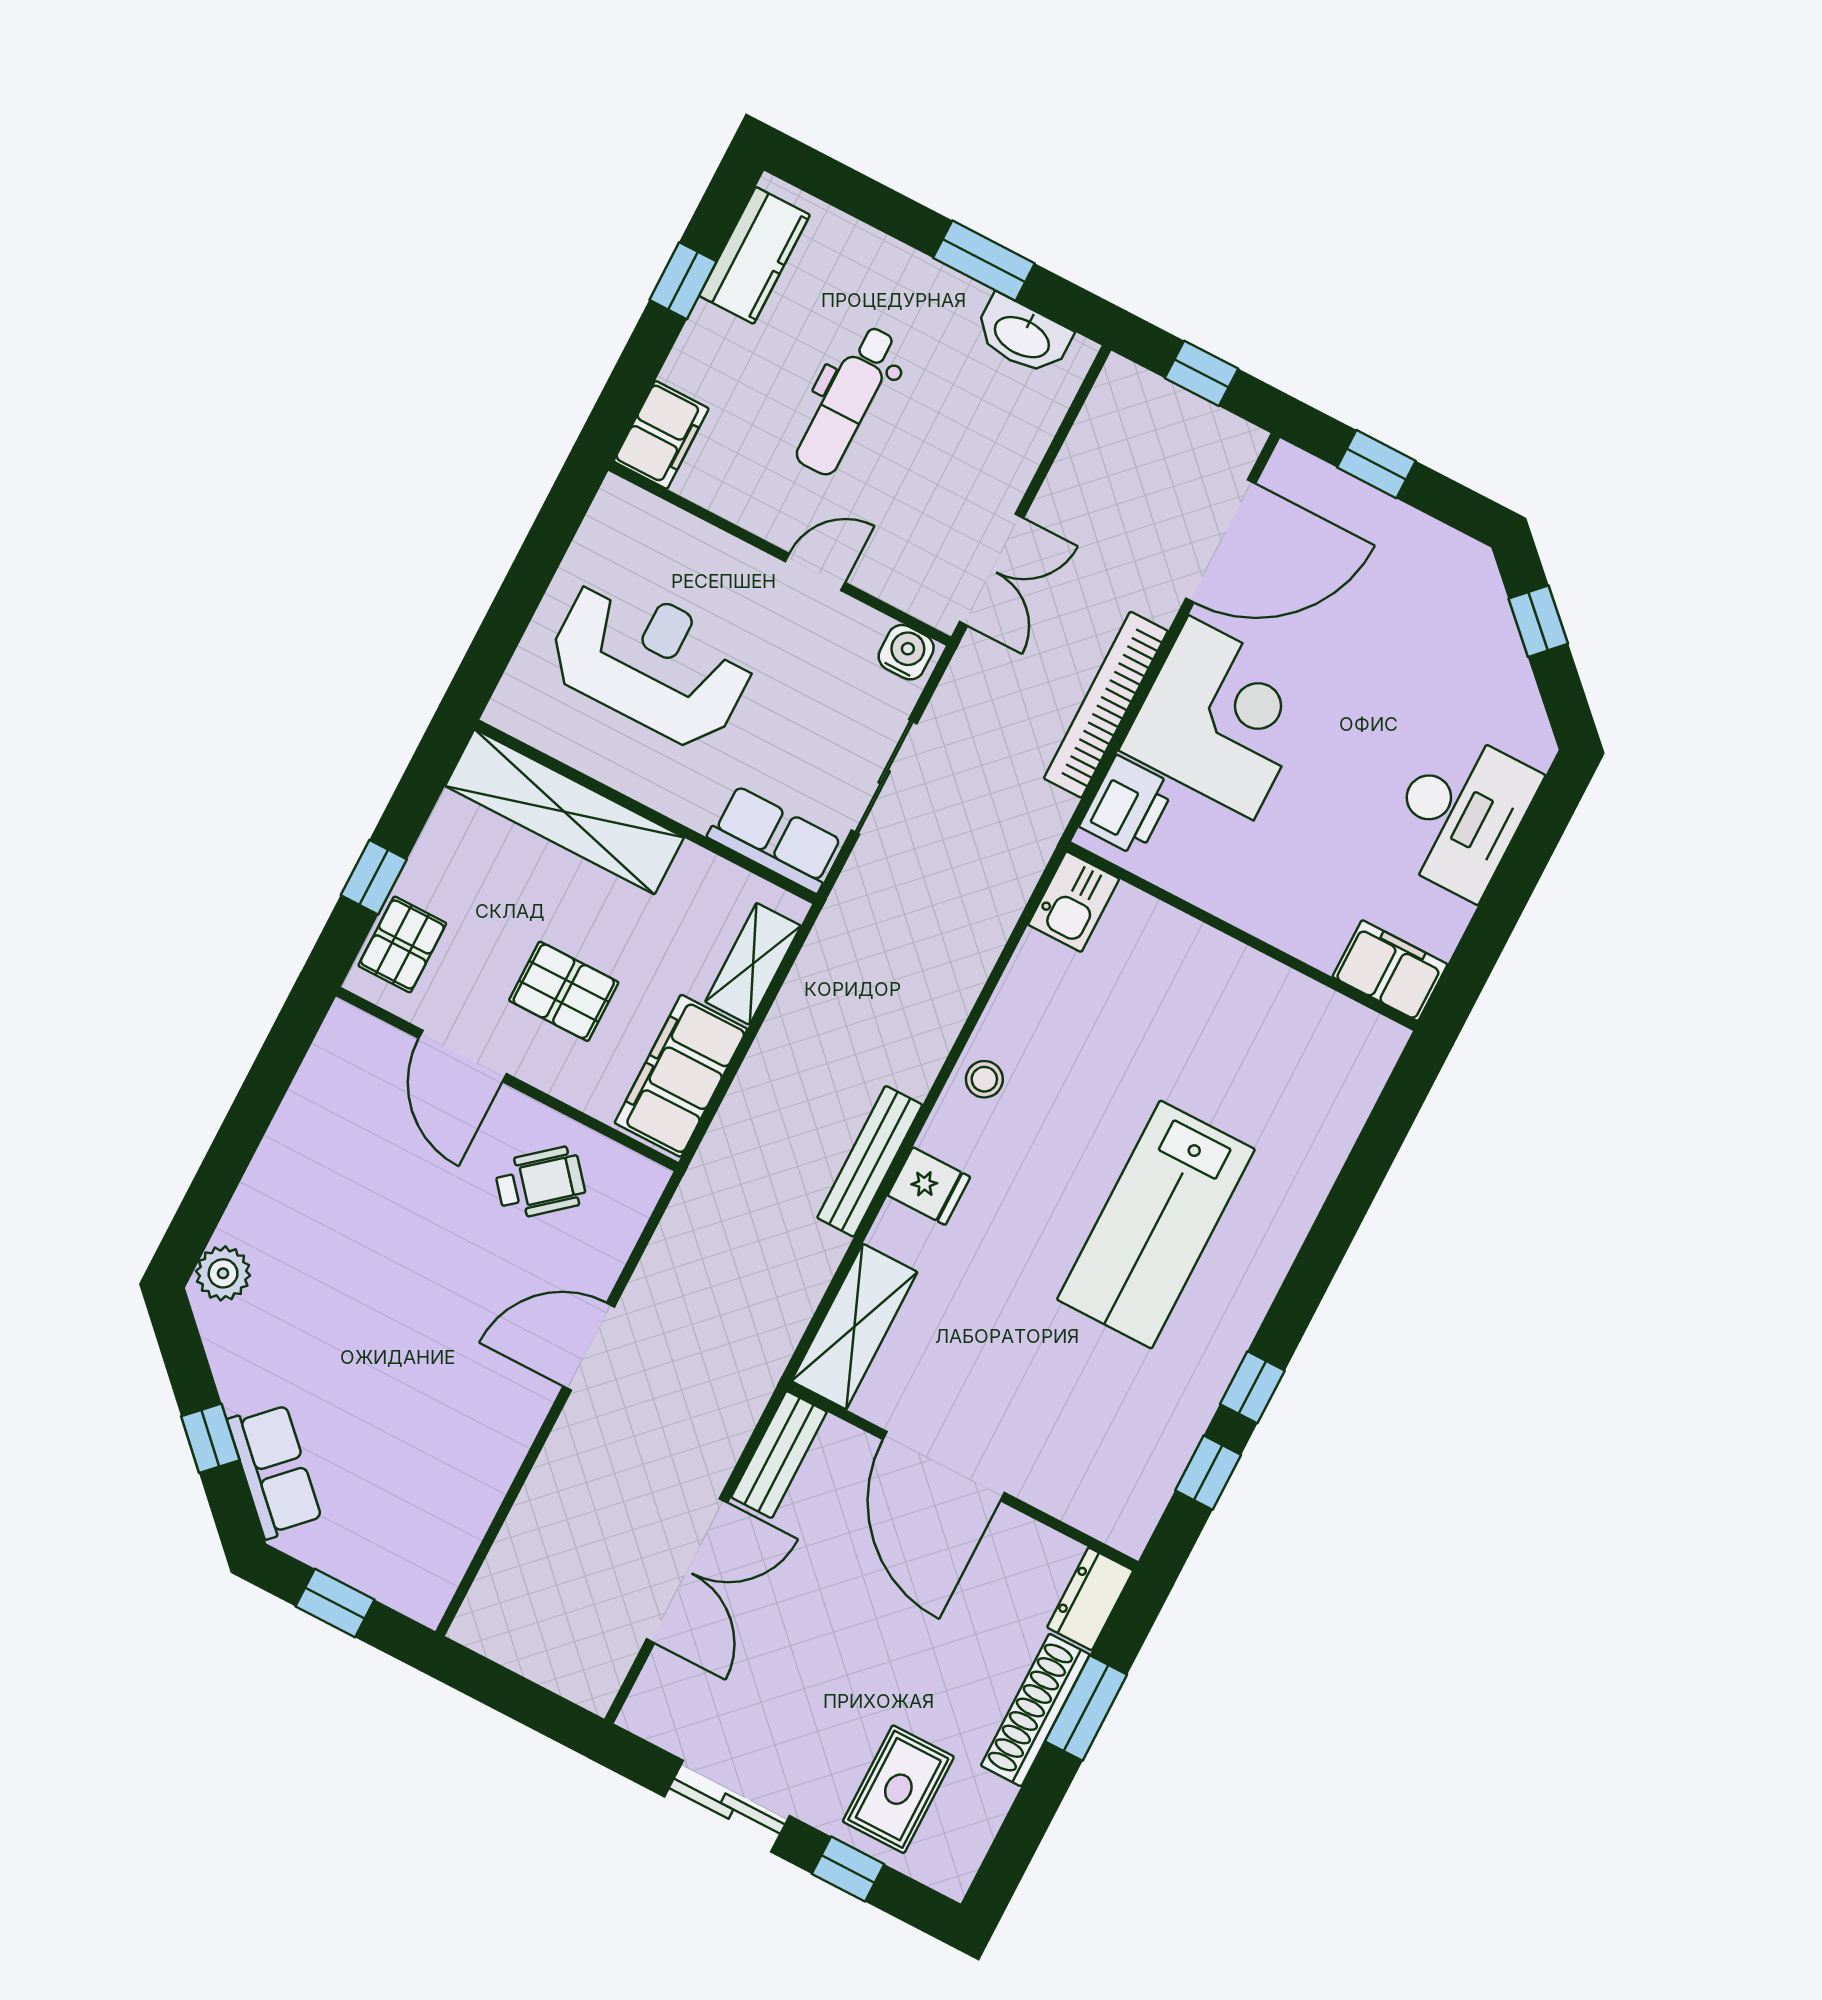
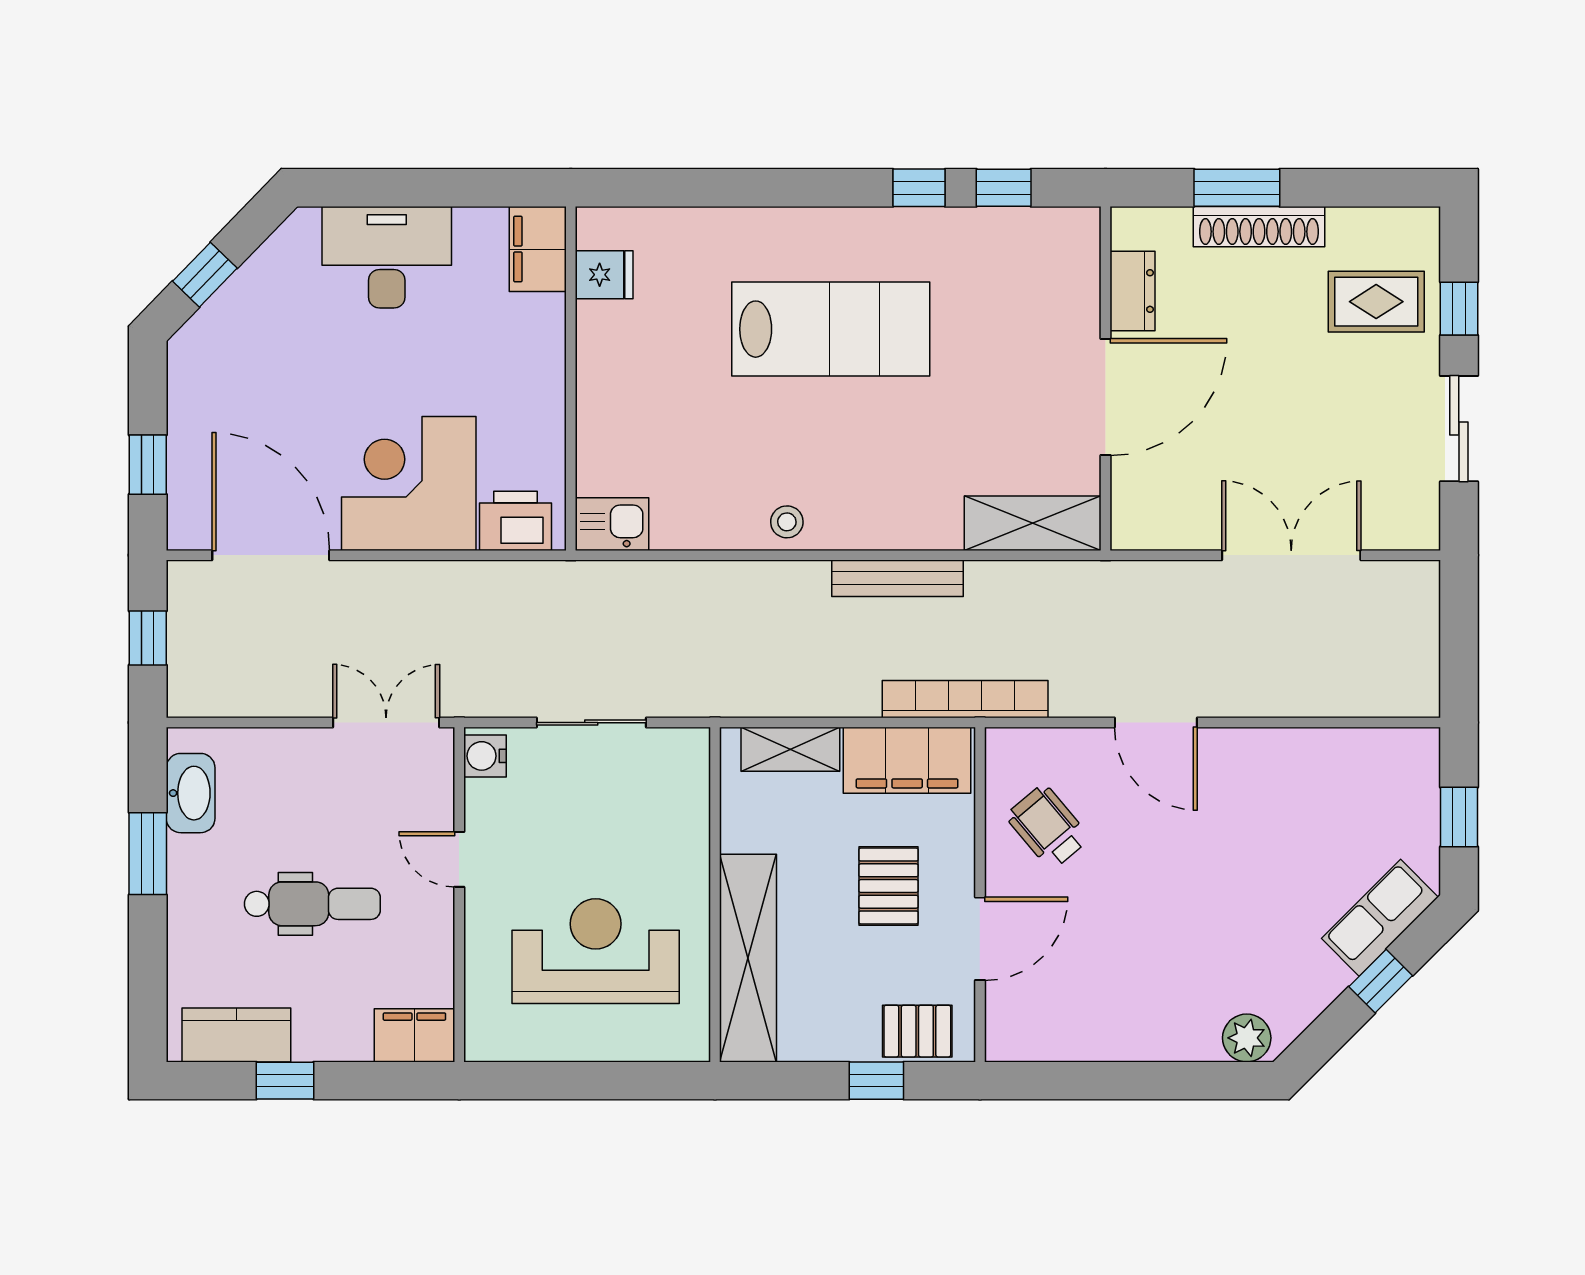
reception desk: (651, 662) -> (596, 951), turned 90
bookcase: (1106, 705) -> (965, 699), moved, turned 180
row of seats: (775, 839) -> (684, 782), removed
fridge: (929, 1186) -> (604, 275), moved, turned 90
bench: (779, 1455) -> (1163, 530), removed
dresser: (1090, 1599) -> (1133, 291), moved, turned -90

